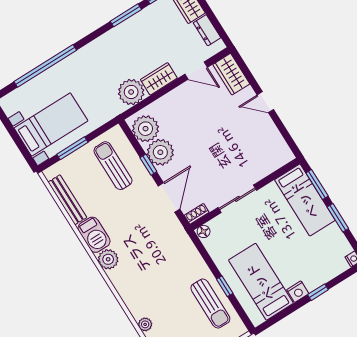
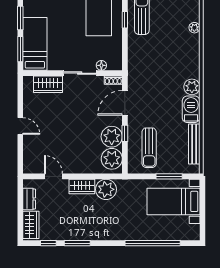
wardrobe: (231, 74) -> (48, 84), moved, turned 90
floor lamp: (204, 231) -> (101, 65), moved

